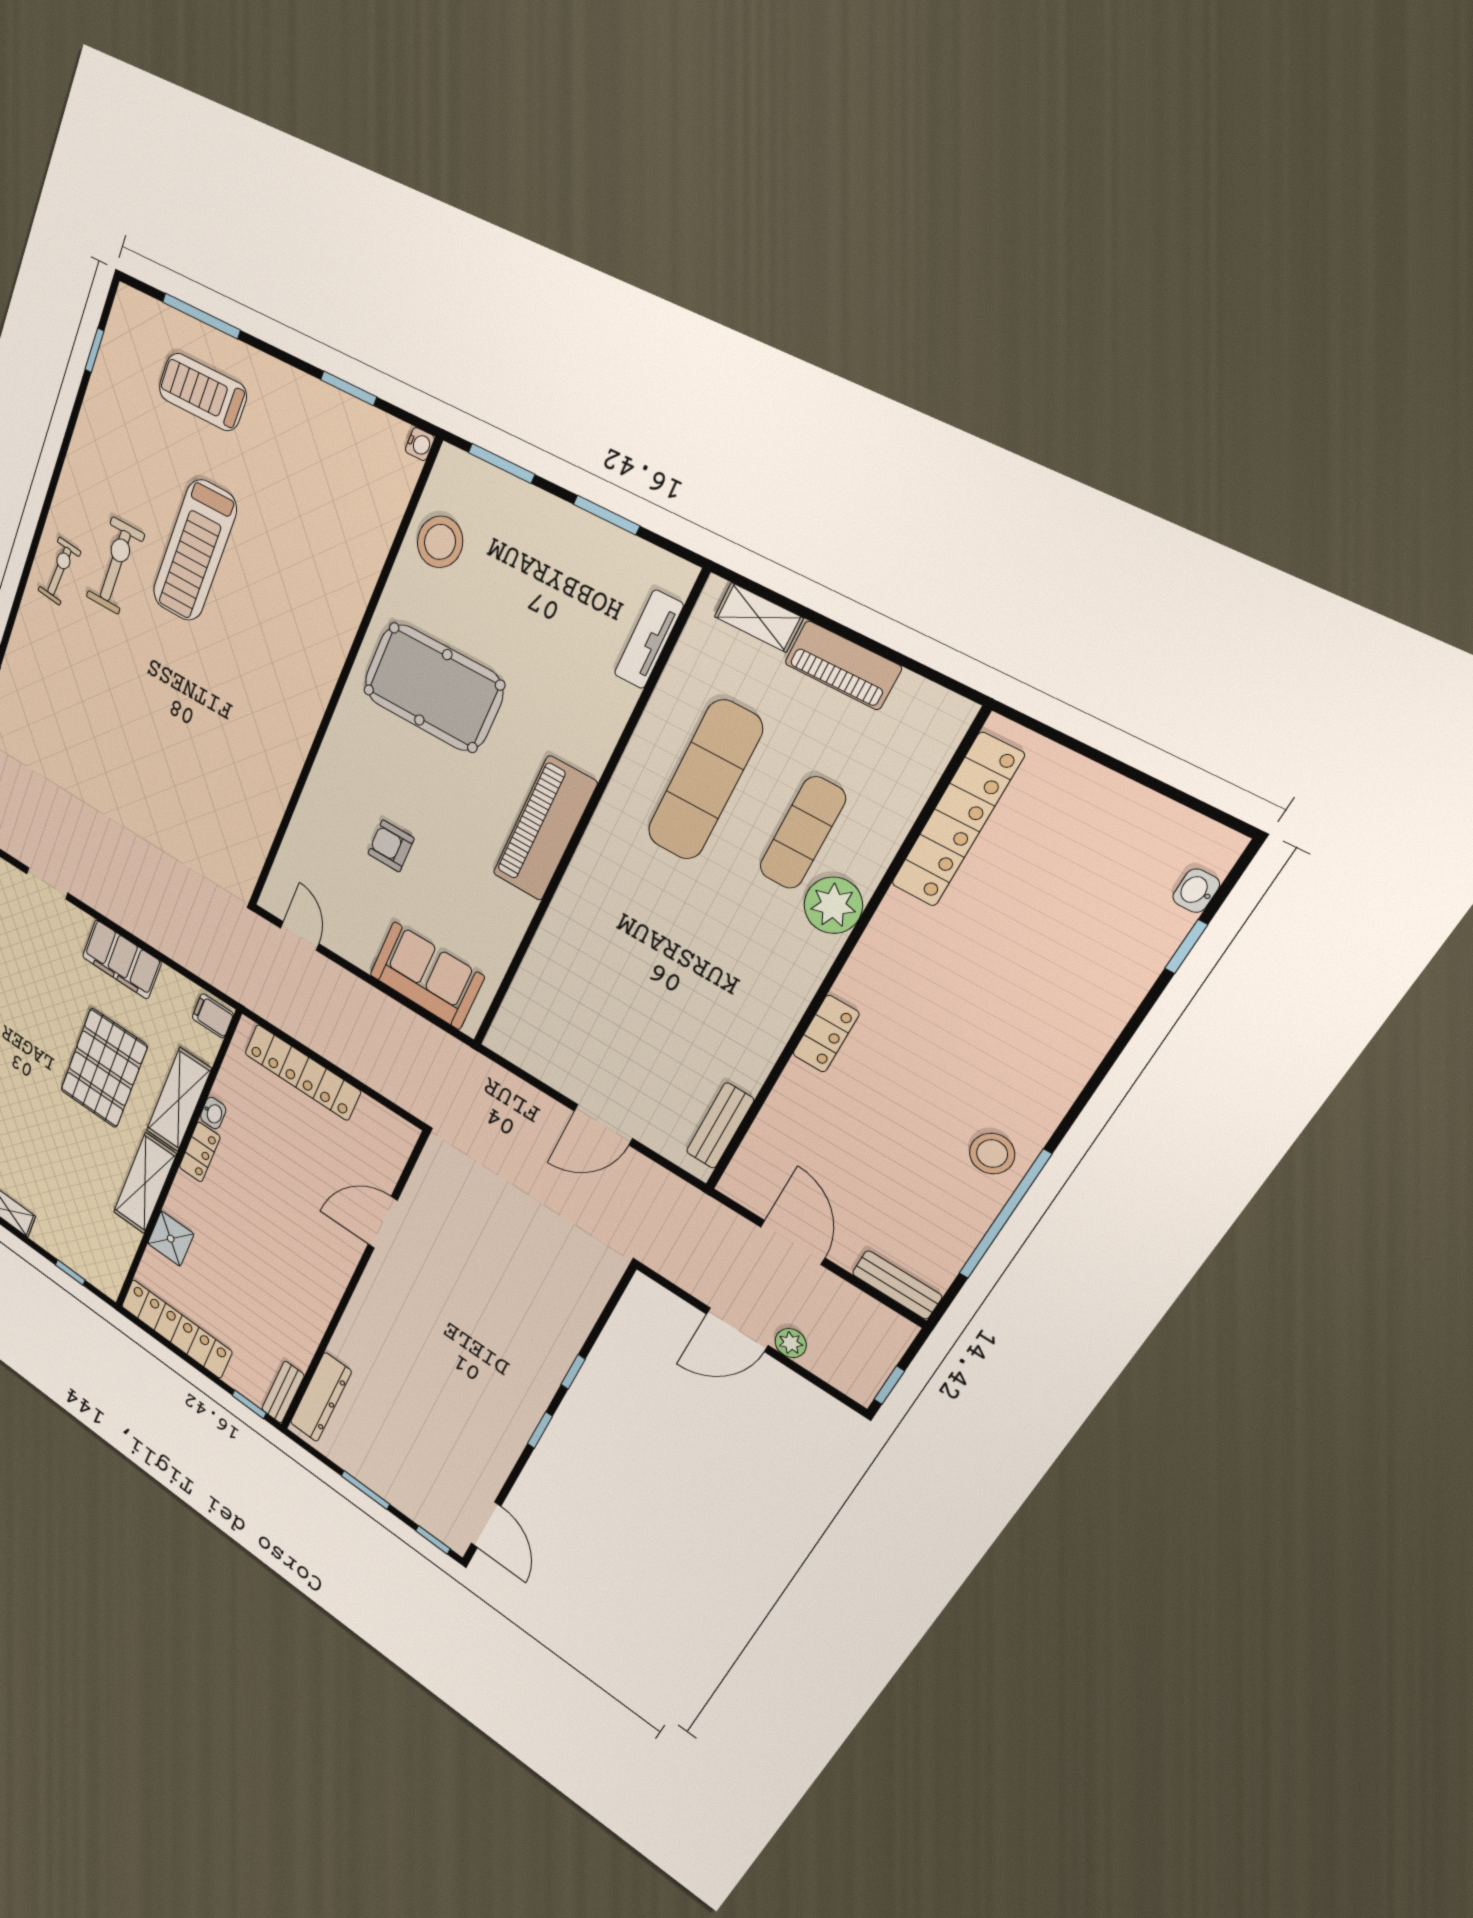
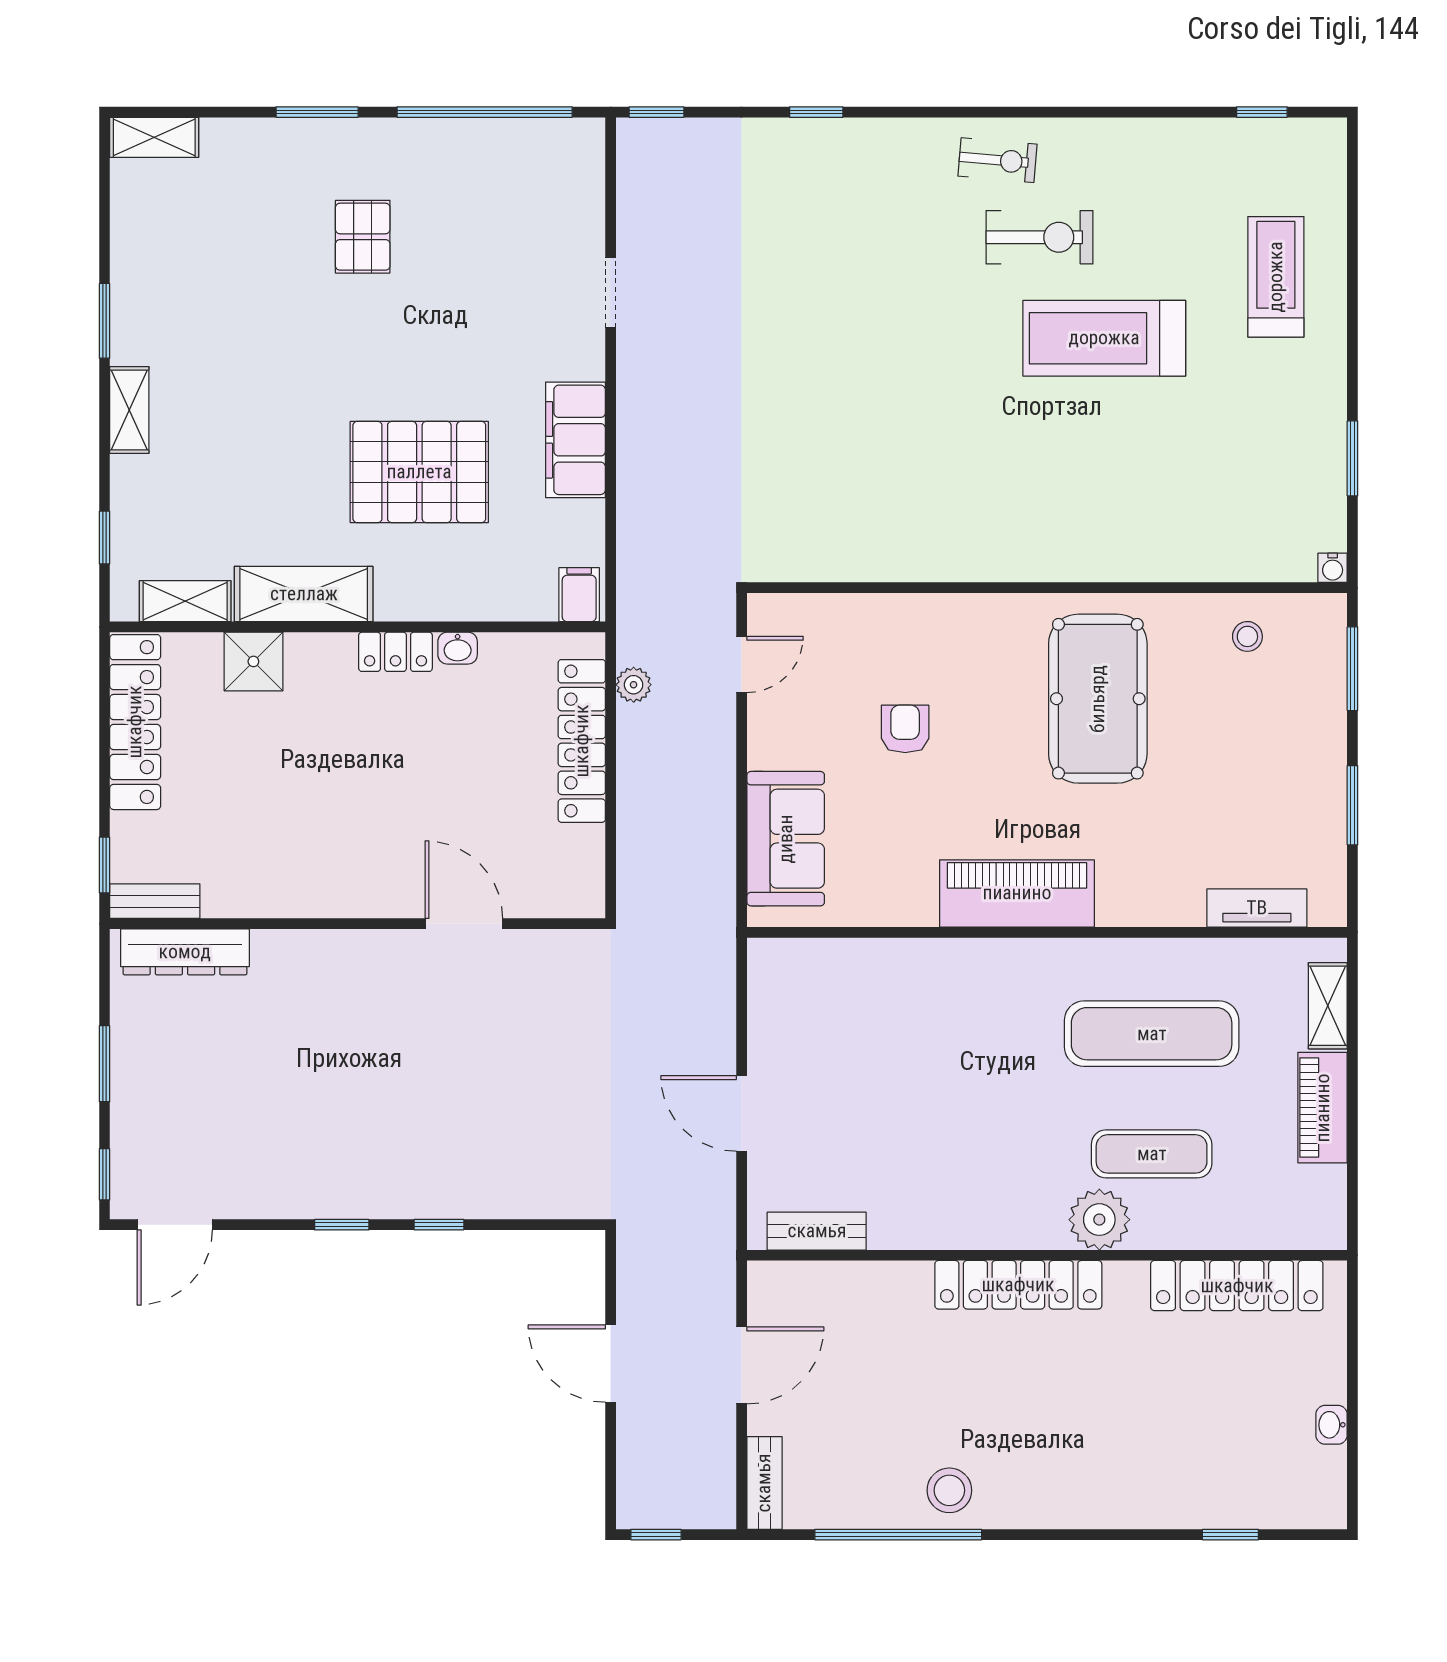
window: (201, 316) -> (1352, 242), removed
stool: (440, 542) -> (1247, 636), width x0.53, depth x0.53
washbasin: (1196, 891) -> (1331, 1425), moved, turned -90
locker: (826, 1034) -> (1018, 1285), width x2.16, depth x1.21
shelving: (179, 1100) -> (185, 601), moved, width x0.67, depth x0.75
plant: (791, 1343) -> (634, 685), moved

